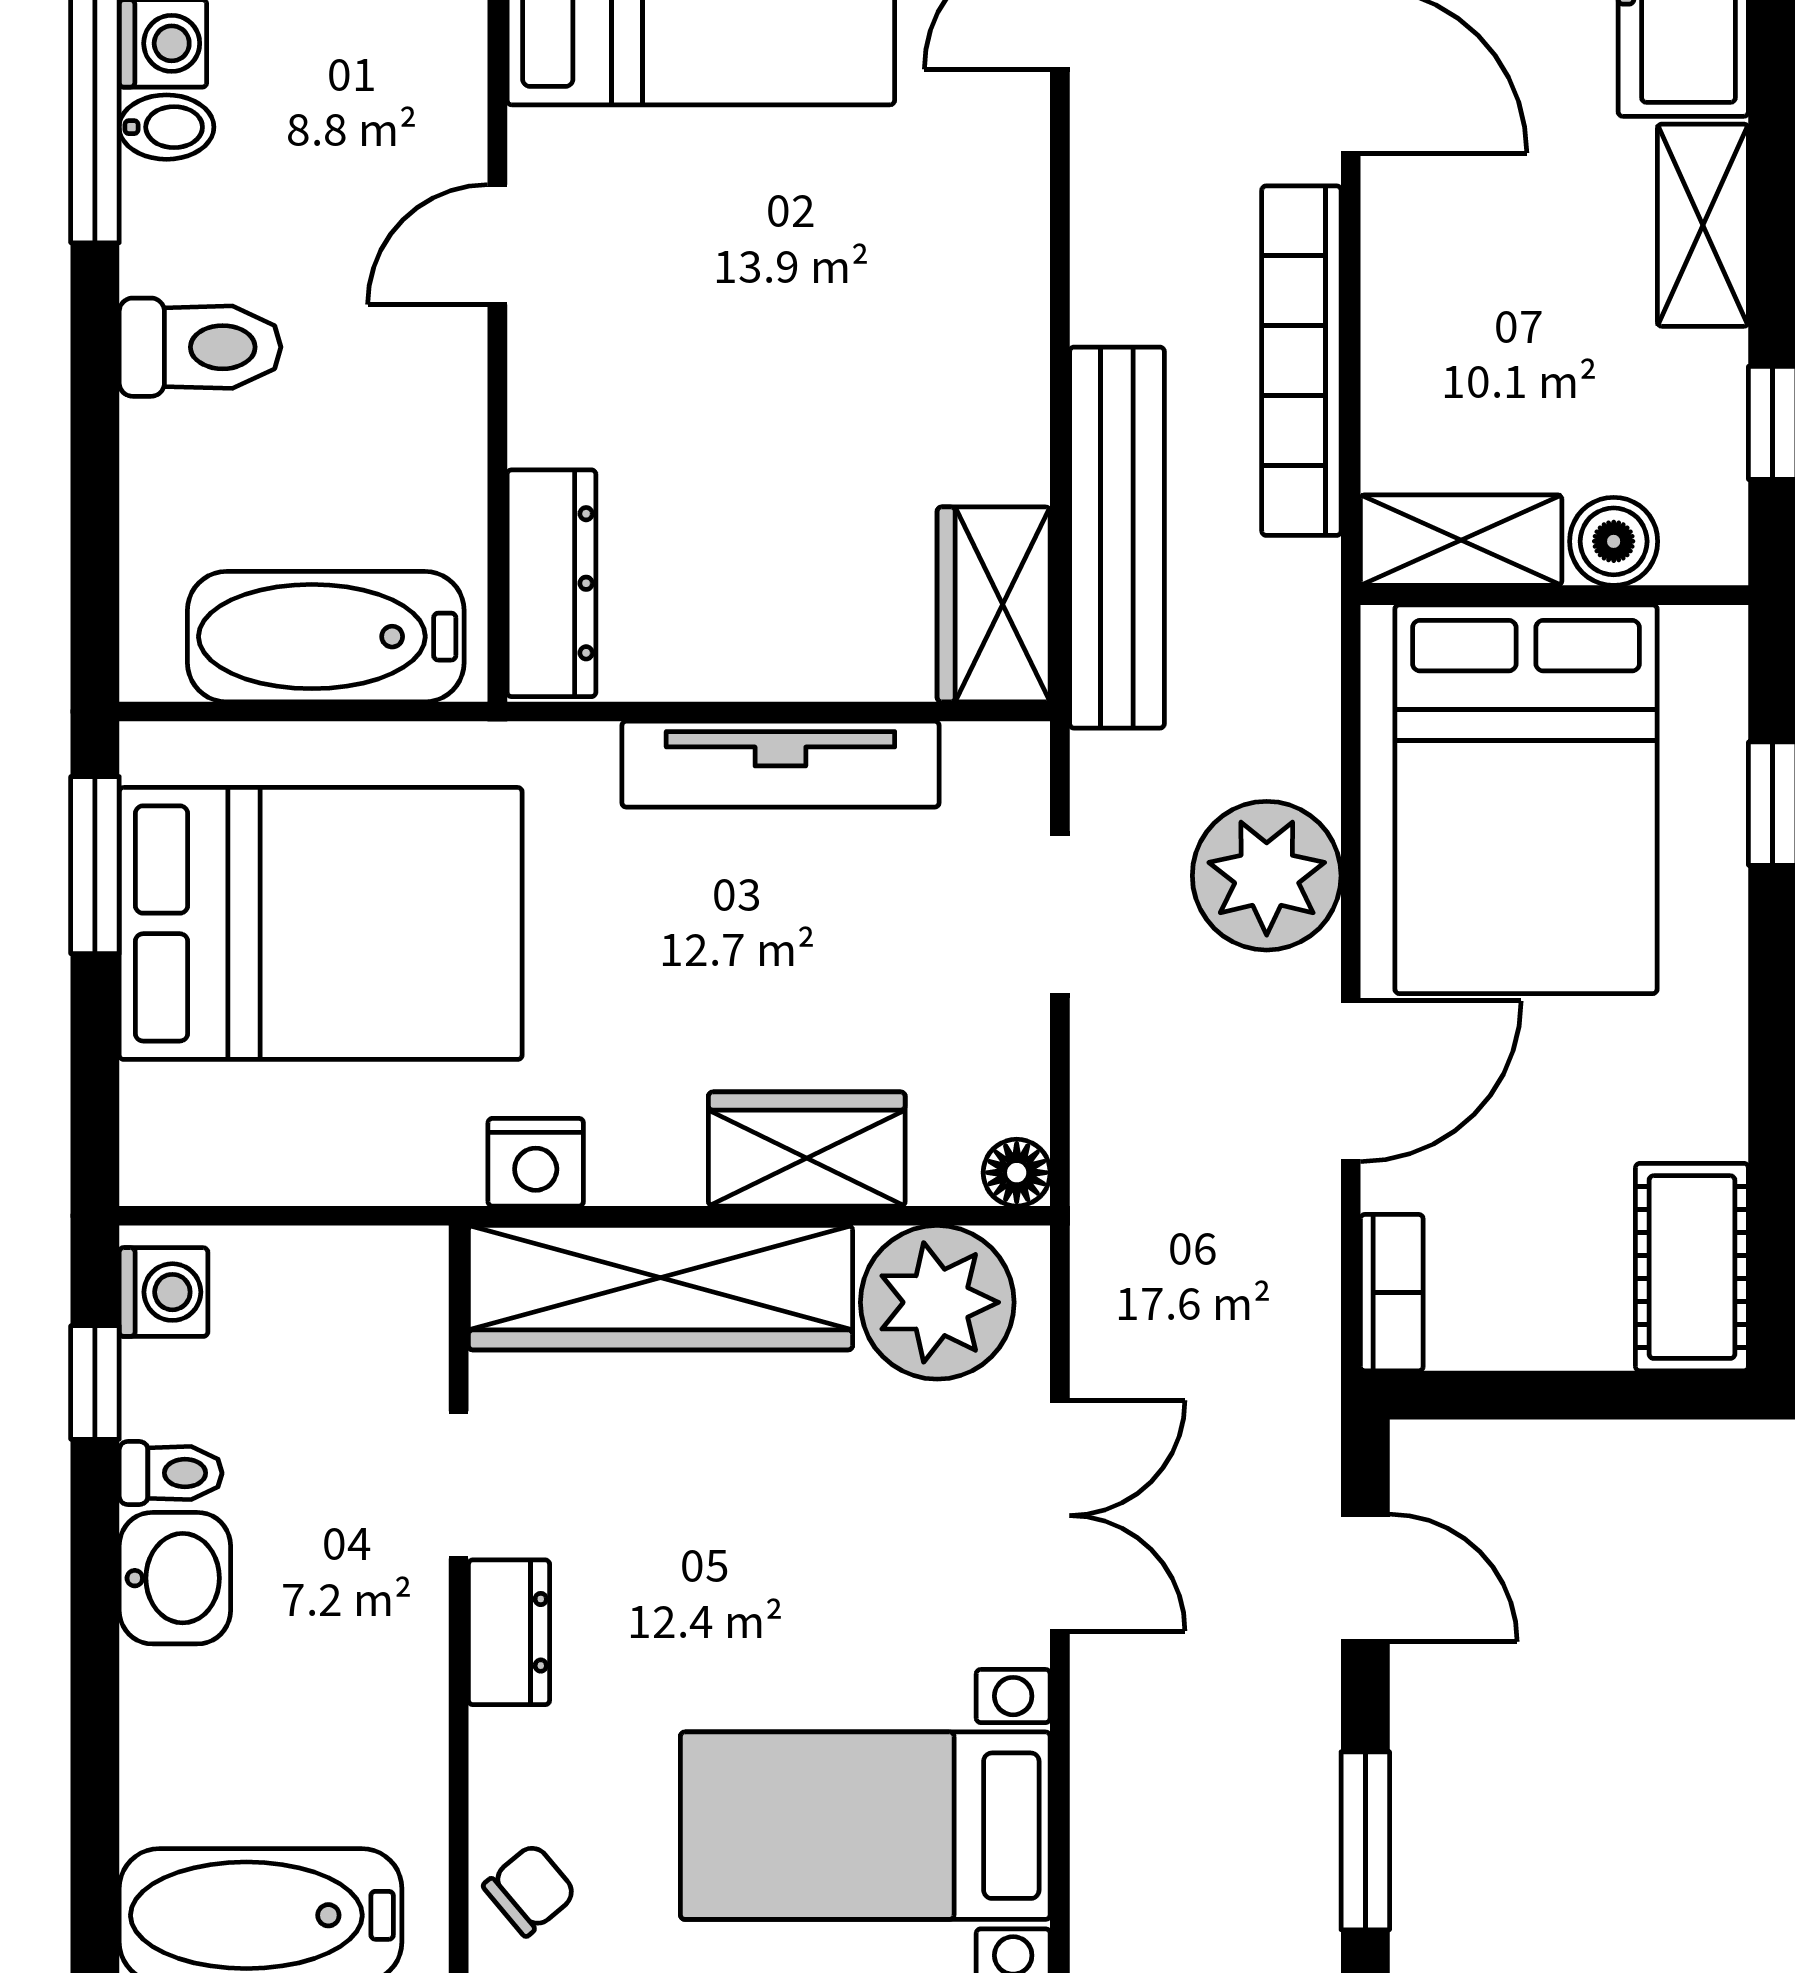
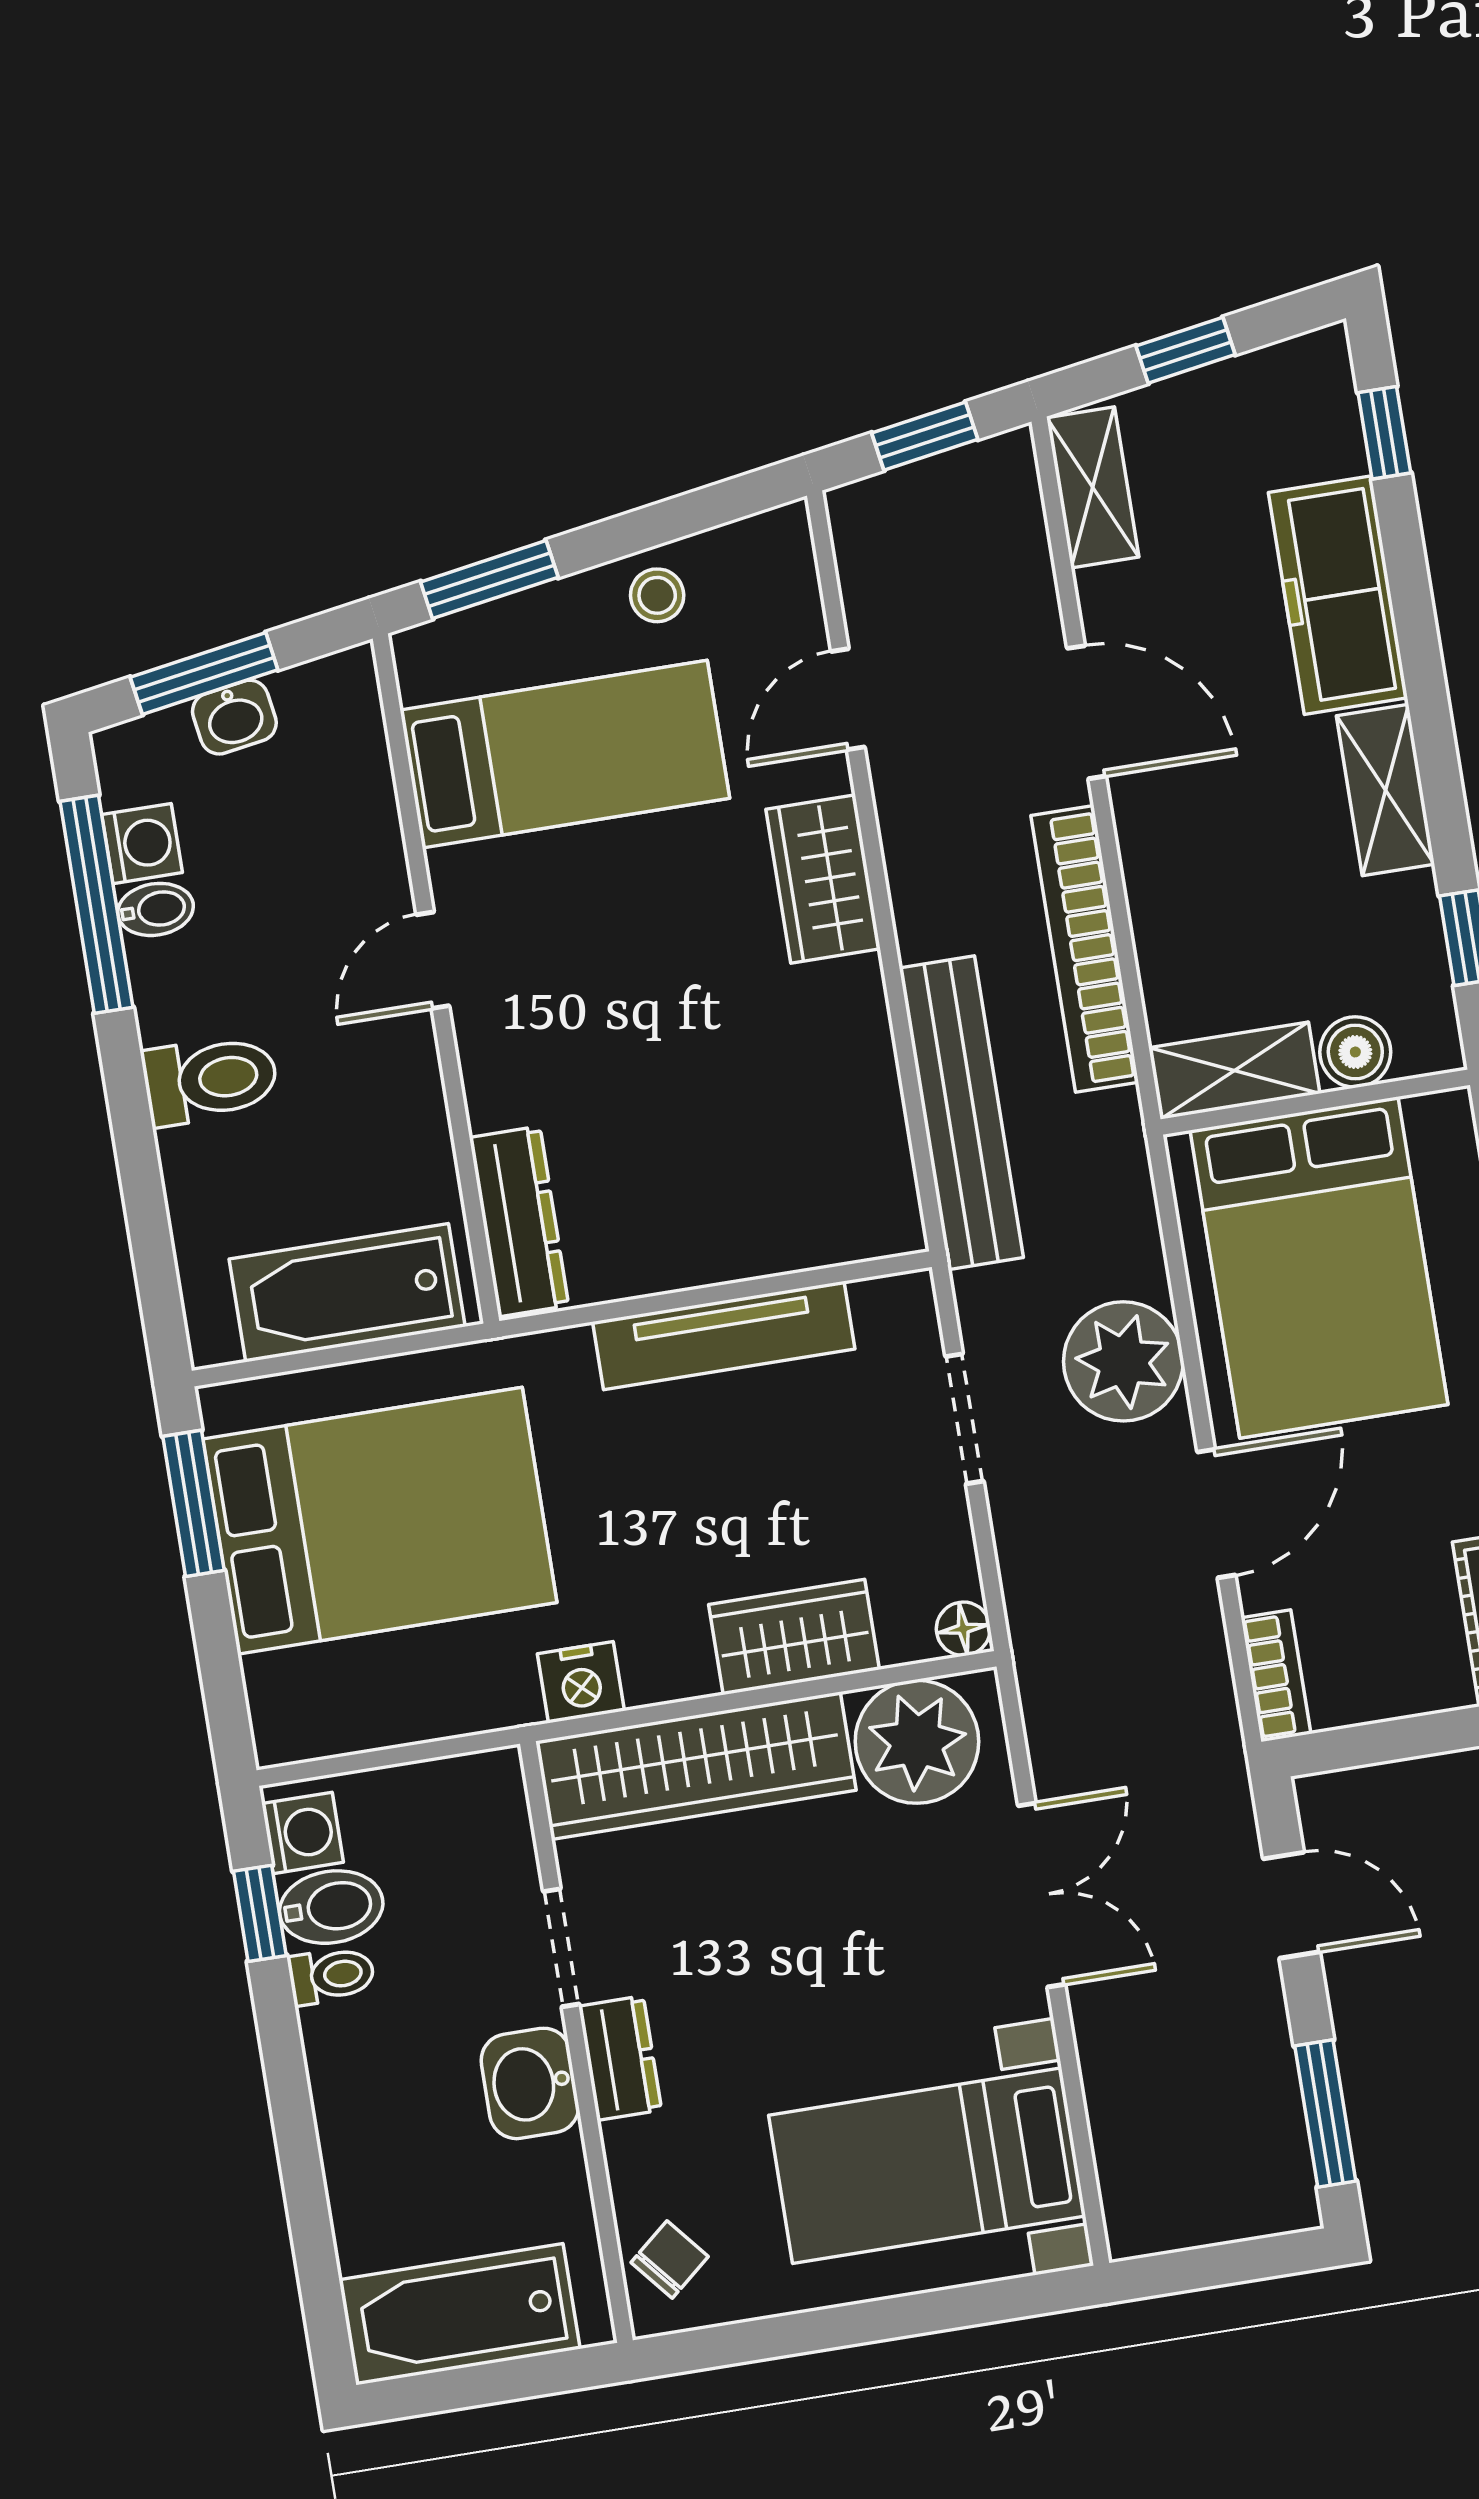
wardrobe: (994, 604) -> (823, 879), moved
bidet: (184, 1389) -> (331, 1907), added
washbasin: (175, 1578) -> (530, 2083), moved, turned 180

